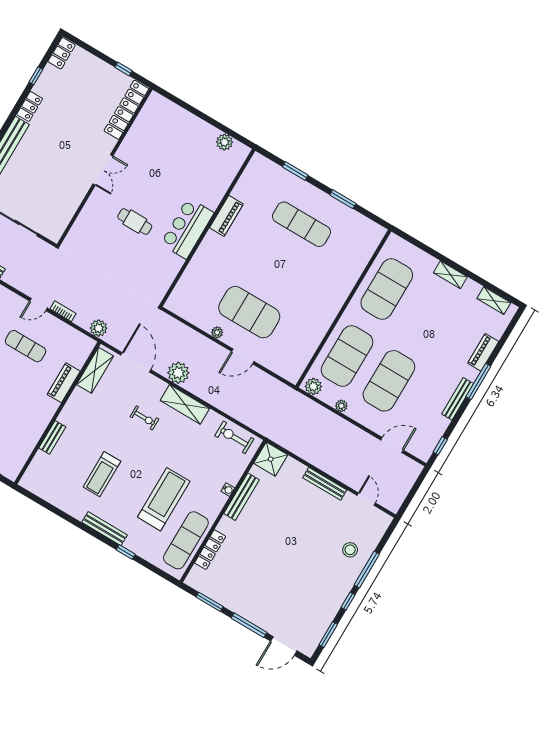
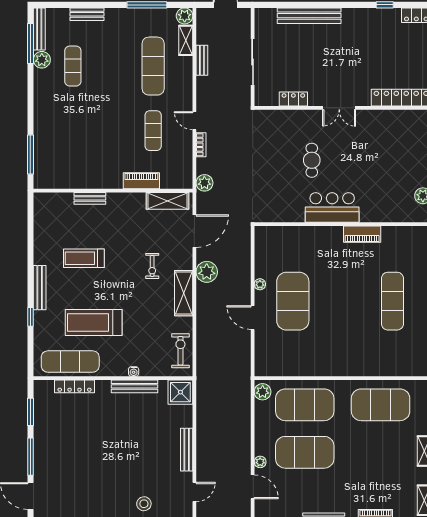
locker: (30, 106) -> (293, 99), moved, turned 180
plant: (341, 406) -> (260, 462), moved
treadmill: (164, 499) -> (94, 322), turned 180

